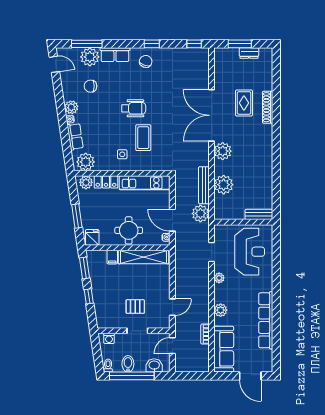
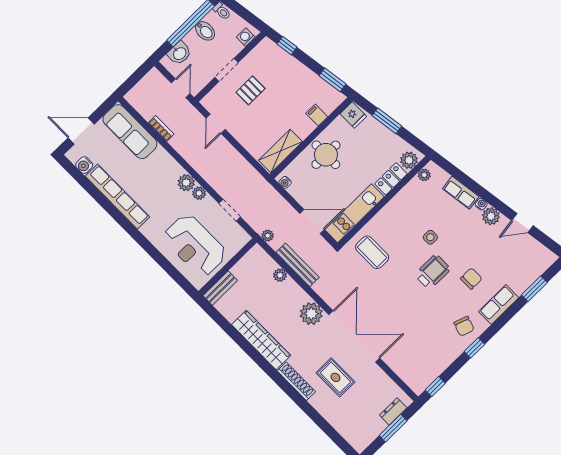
window: (87, 44) -> (534, 289), width x0.69
dresser: (249, 53) -> (393, 411), moved
plant: (90, 57) -> (520, 280), removed
door: (54, 64) -> (522, 223), moved
chair: (90, 86) -> (471, 279), moved
shoe rack: (268, 107) -> (296, 381), moved
wheelchair: (134, 108) -> (433, 272), turned 180
coffee table: (143, 138) -> (372, 252), moved
side table: (122, 154) -> (430, 237), moved
plant: (86, 162) -> (424, 175), width x0.53, depth x0.53
wardrobe: (265, 164) -> (261, 340), added
plant: (224, 185) -> (280, 275), width x0.53, depth x0.53
plant: (200, 213) -> (268, 236), width x0.53, depth x0.53
door: (172, 220) -> (312, 222), moved
shelving: (144, 257) -> (281, 151), width x0.68
window: (89, 296) -> (287, 46), moved
plant: (221, 310) -> (186, 183), moved
water cooler: (267, 356) -> (84, 165), added

